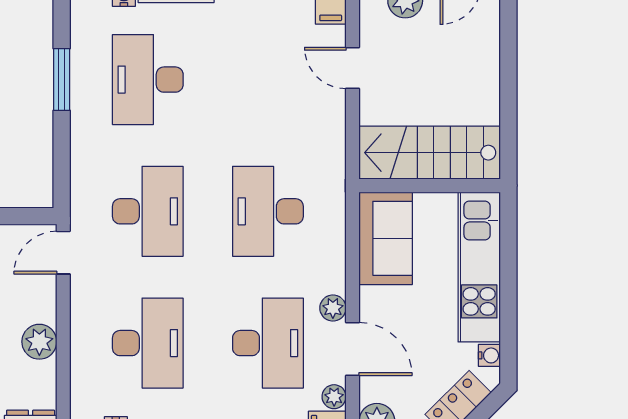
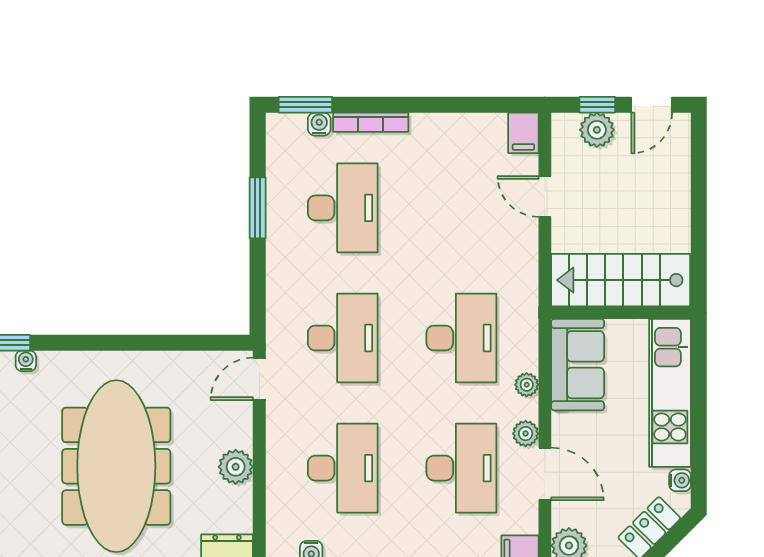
desk: (148, 80) -> (343, 208), turned 180
desk: (268, 211) -> (461, 338), turned 180
plant: (334, 397) -> (527, 385), moved

